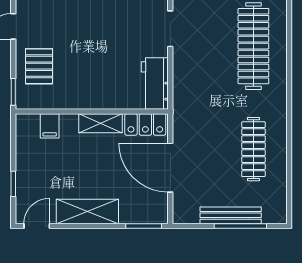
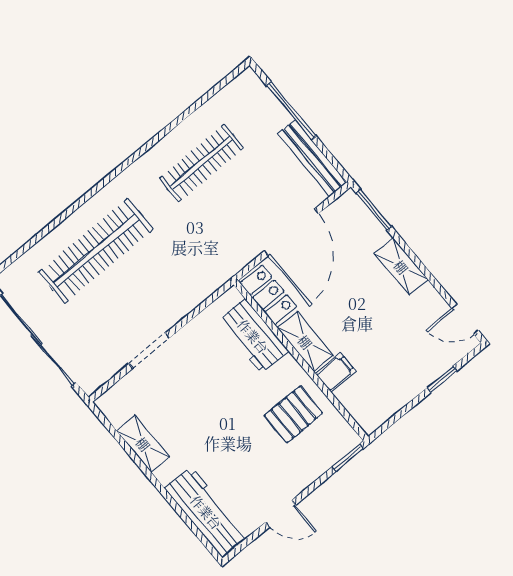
pallet: (39, 66) -> (293, 414), moved
workbench: (155, 83) -> (253, 336), moved, turned 90
filing cabinet: (50, 126) -> (336, 373), moved
shelving: (87, 211) -> (401, 267), width x0.67, depth x0.75
bench: (231, 215) -> (312, 158), moved

